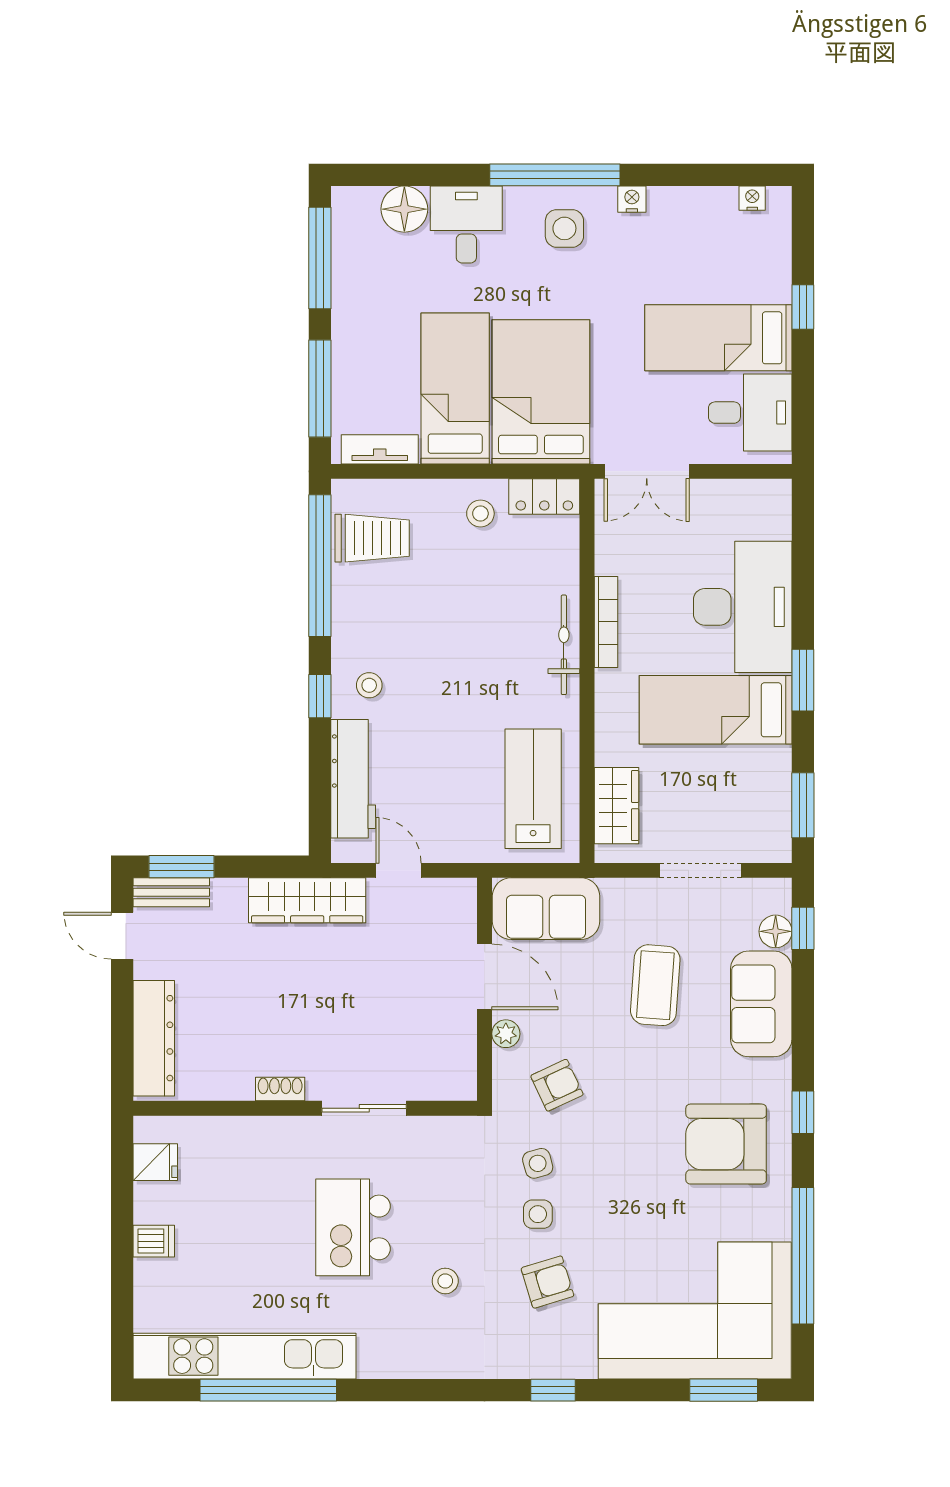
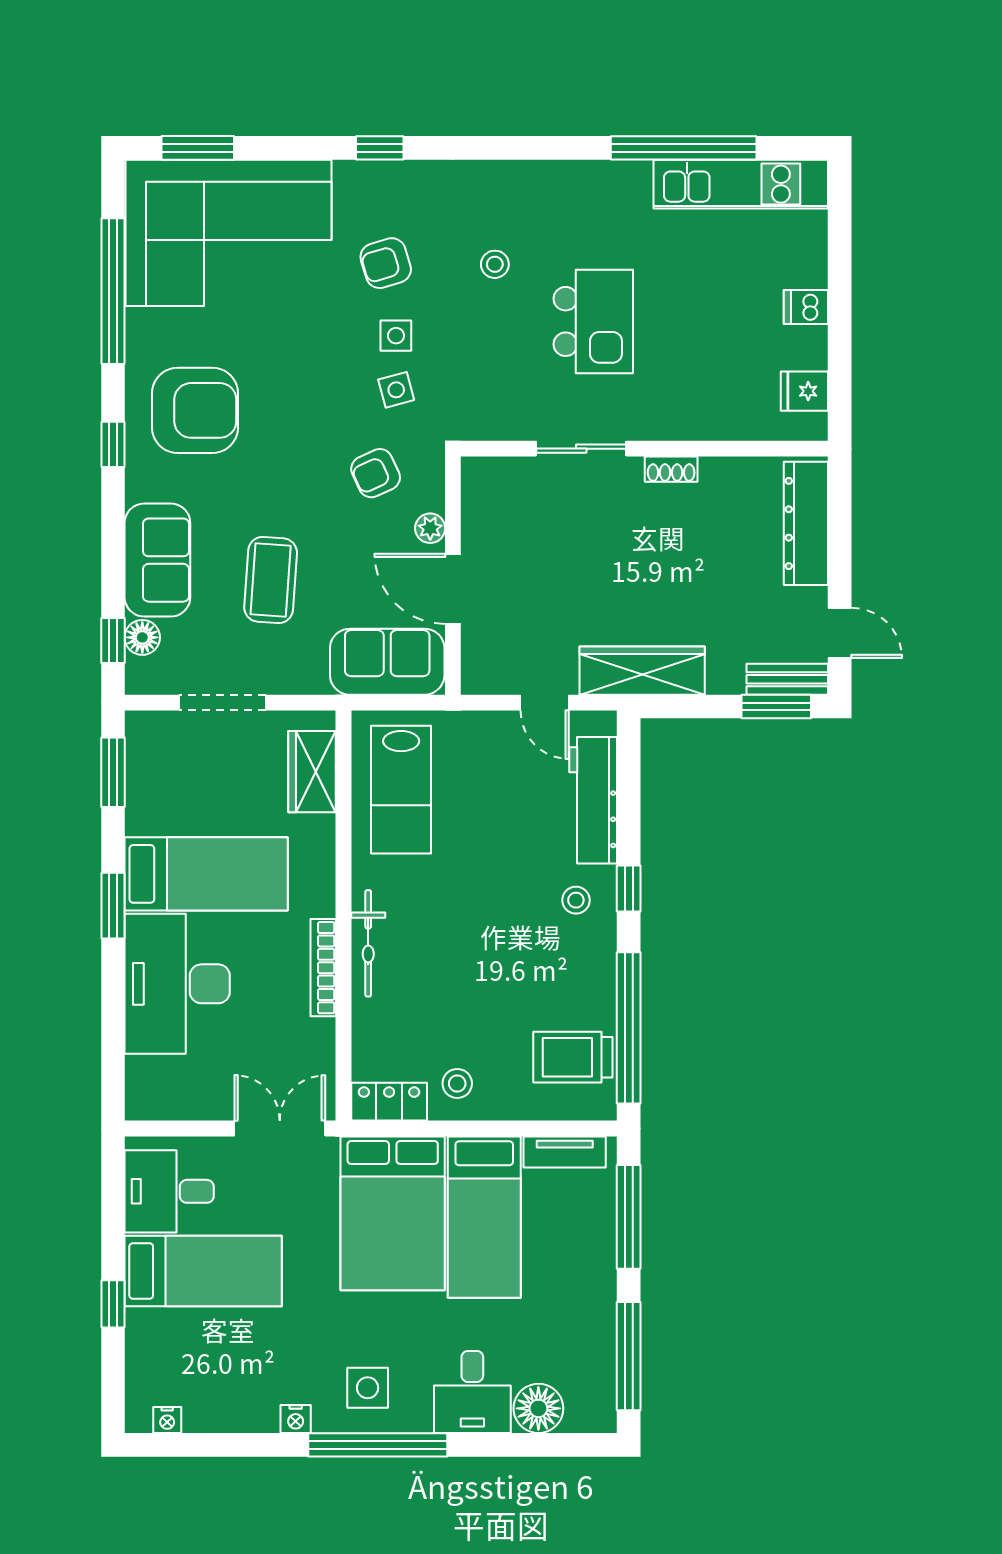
kitchen unit: (244, 1356) -> (741, 184), width x0.73

